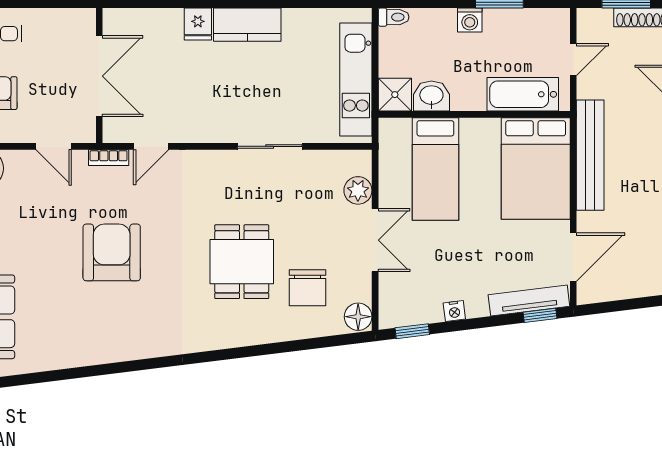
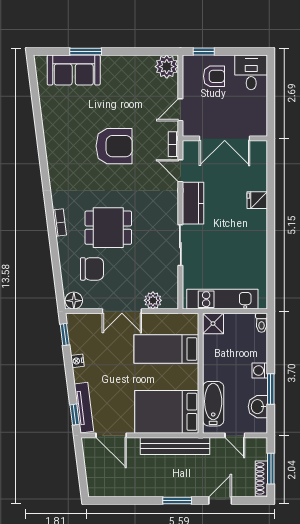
kitchen counter: (247, 25) -> (193, 203), moved, turned 180
washbasin: (431, 96) -> (258, 407), moved, turned 180
chair: (308, 288) -> (92, 269), turned 180
bookcase: (234, 339) -> (60, 223), added

